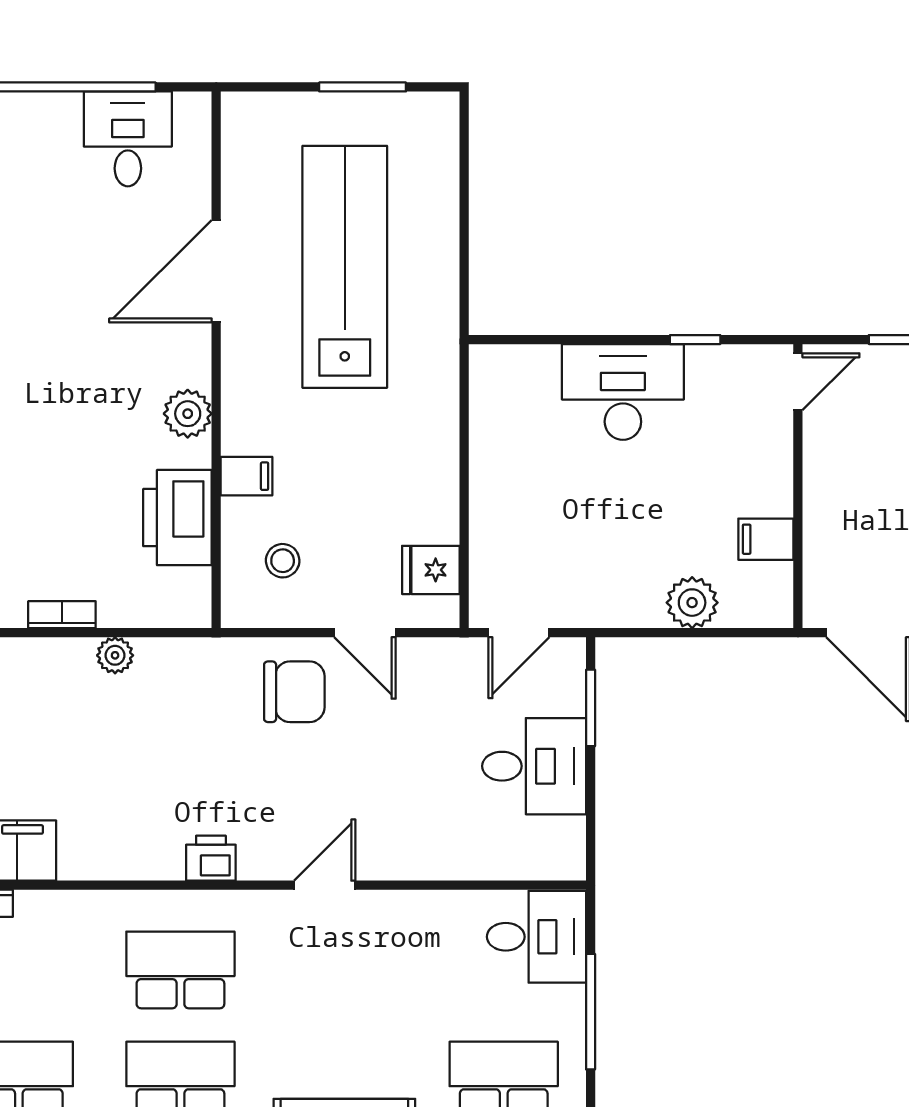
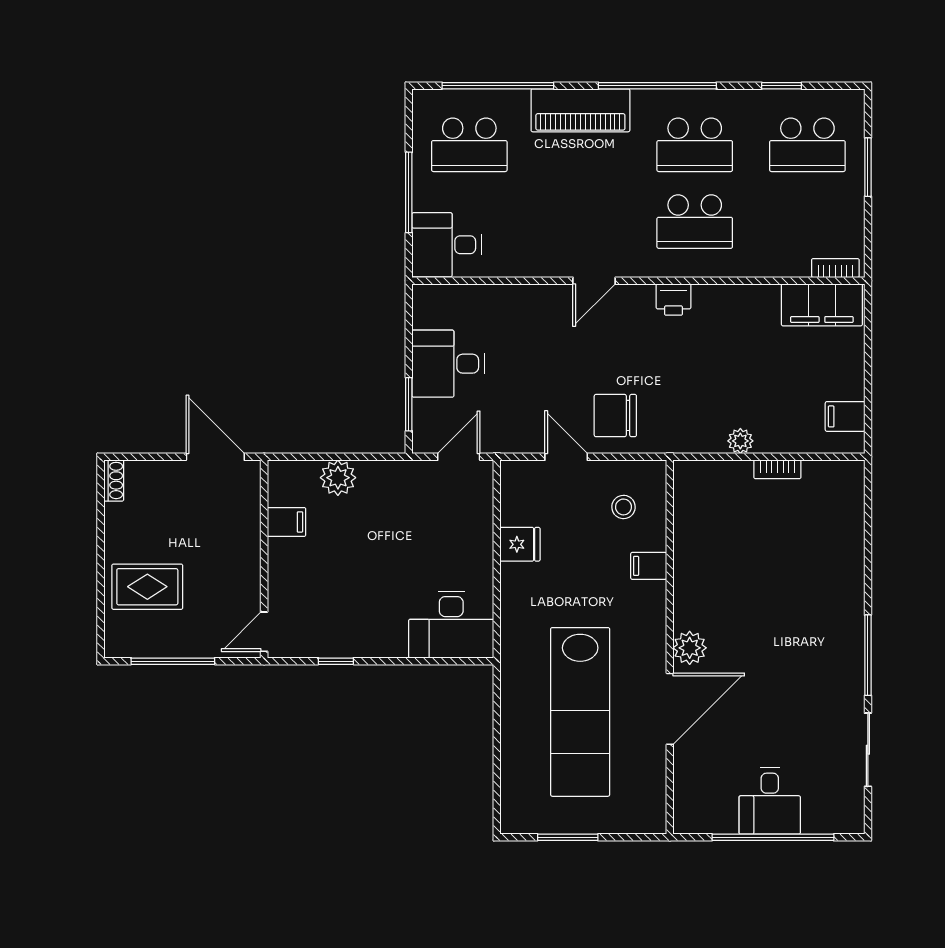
desk: (128, 139) -> (770, 801), moved
desk: (623, 392) -> (451, 625), moved
plant: (188, 414) -> (690, 648), moved
printer: (177, 518) -> (697, 537), removed
fridge: (431, 570) -> (520, 544), moved

